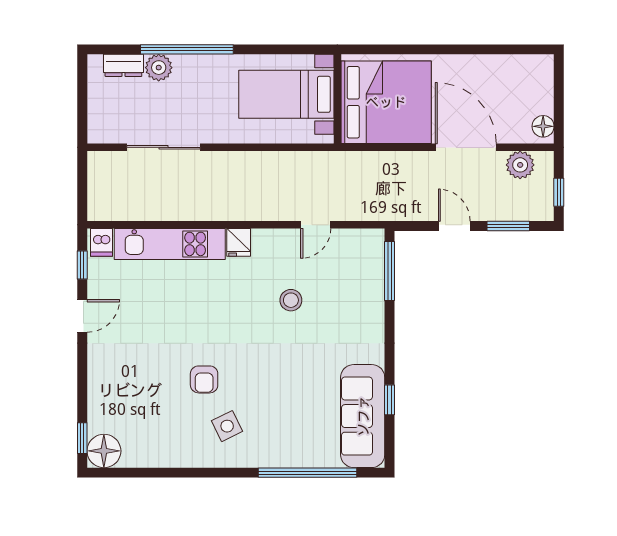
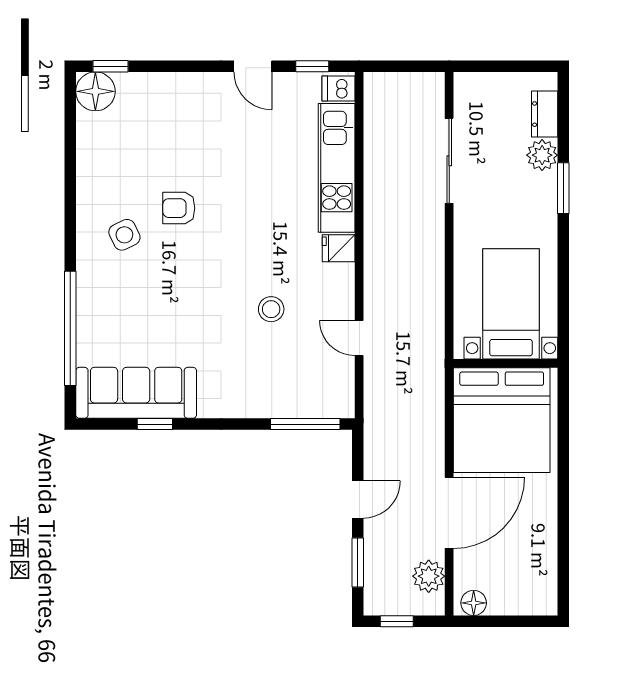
window: (187, 49) -> (563, 188), width x0.47

